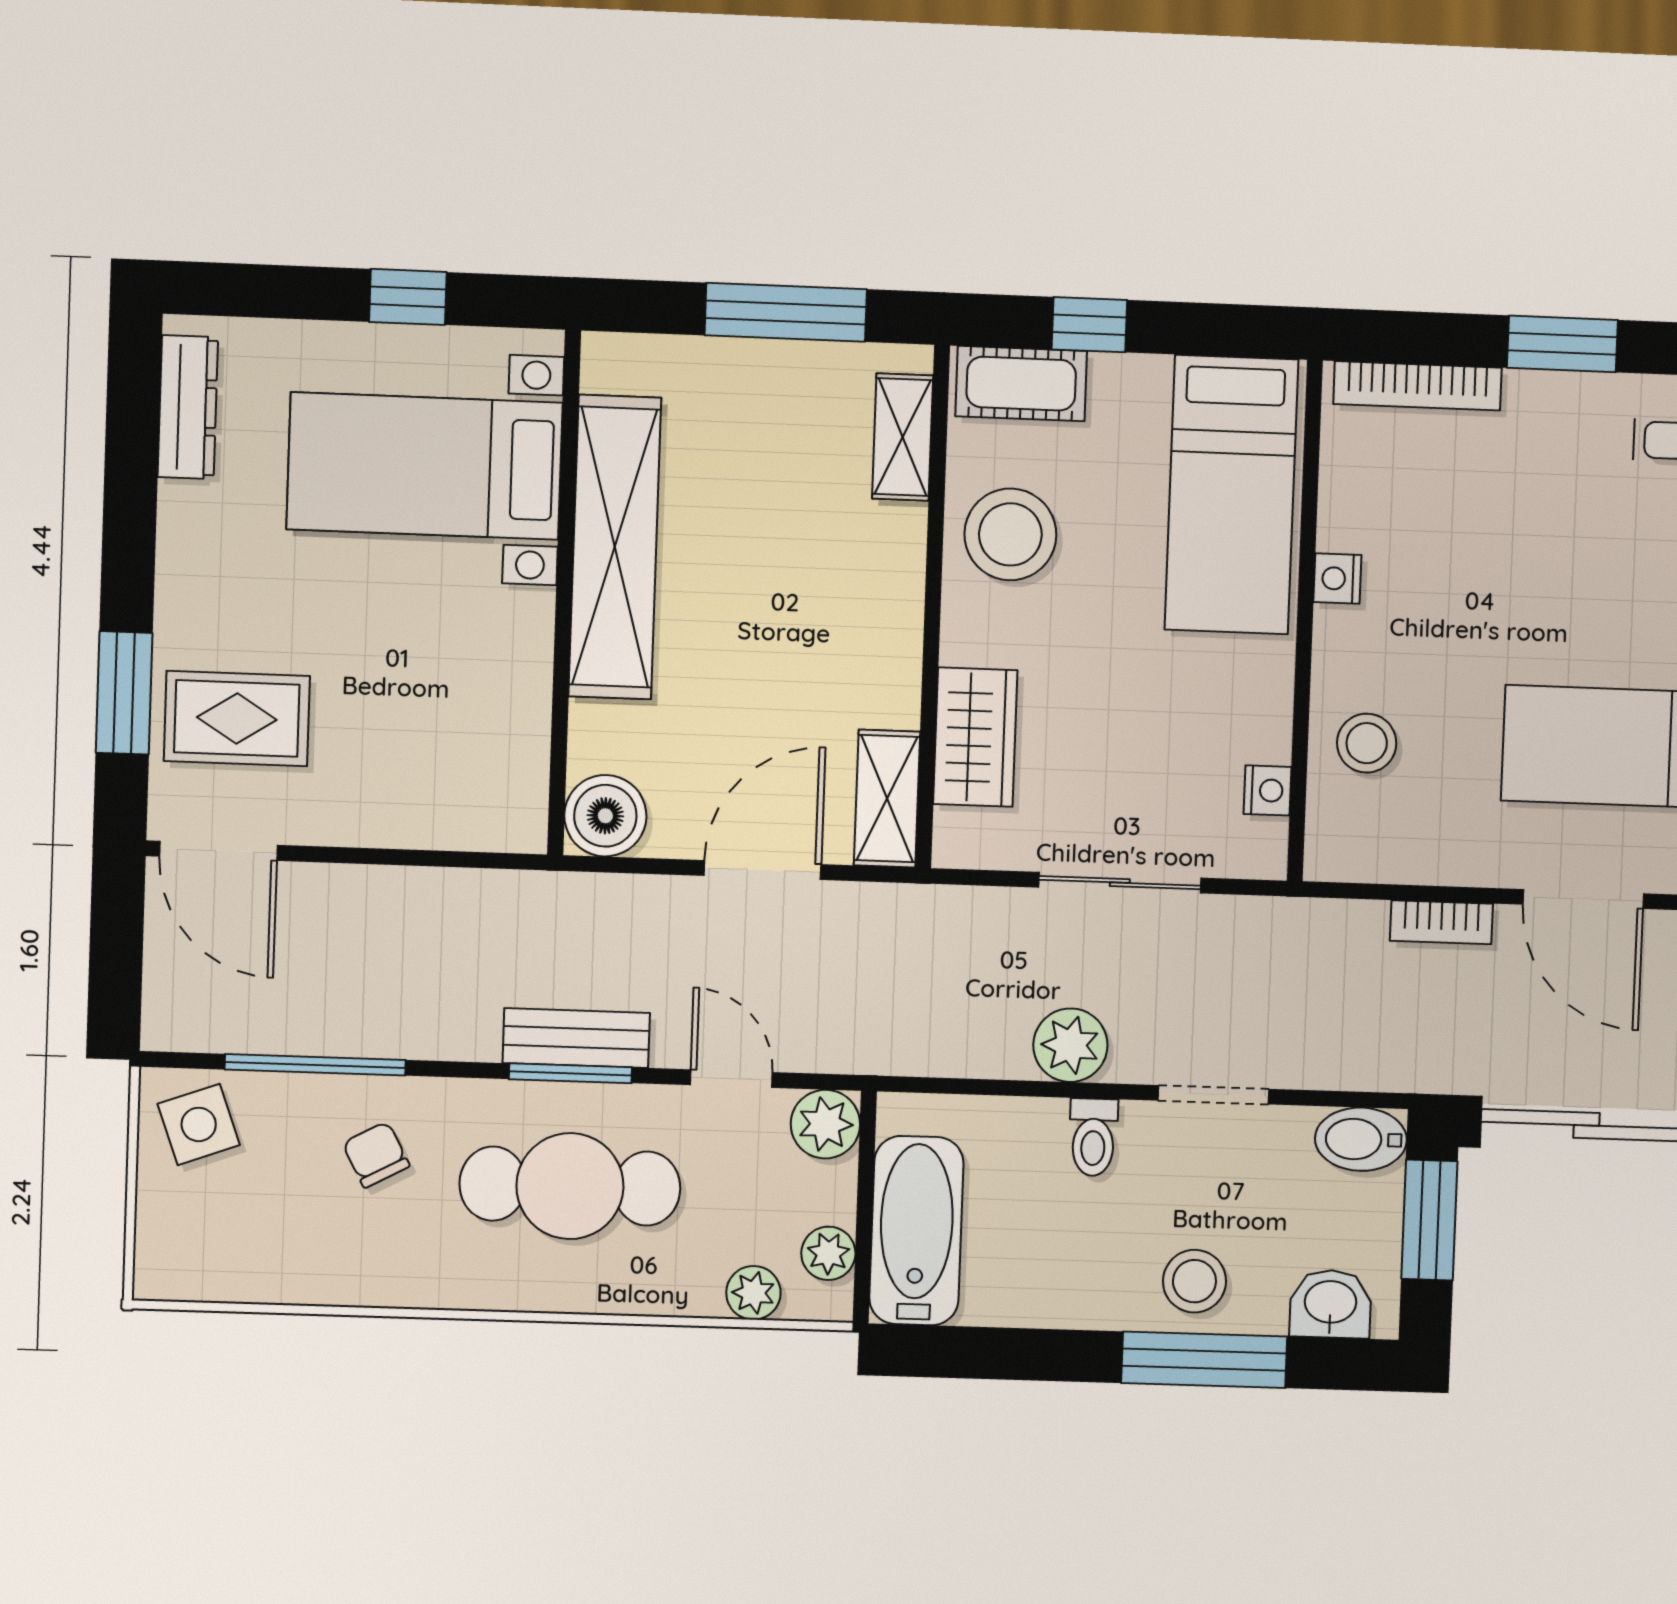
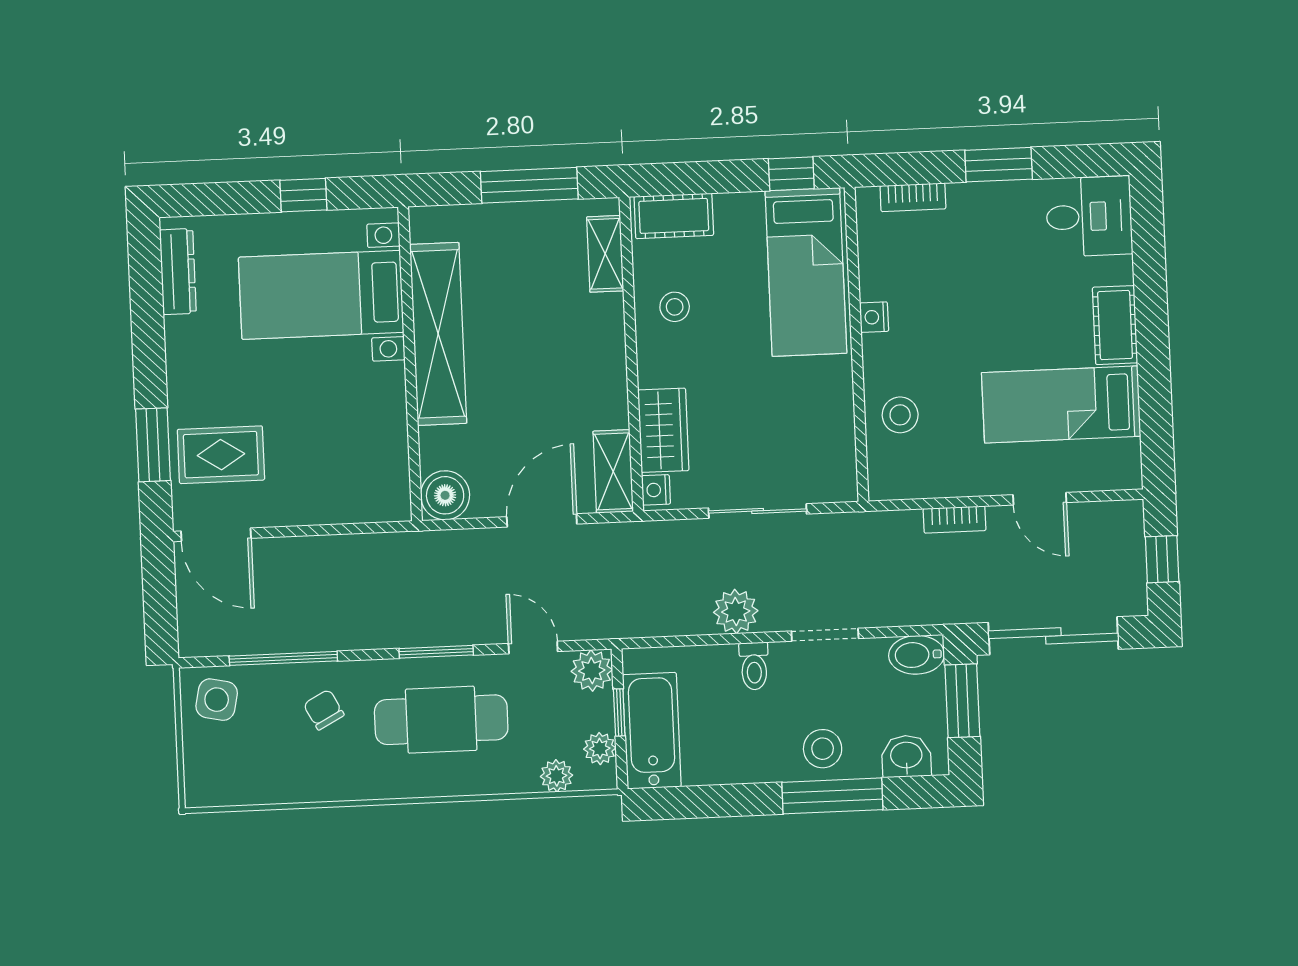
window: (1089, 325) -> (791, 174), moved
bookcase: (1418, 386) -> (913, 197), width x0.64
stool: (1010, 534) -> (675, 307), width x0.53, depth x0.53
nightstand: (1268, 790) -> (656, 490), moved, turned 180
door: (1583, 899) -> (1040, 499), width x0.73
bench: (576, 1038) -> (438, 630), removed
side table: (199, 1124) -> (217, 700), turned 32
window: (865, 1196) -> (619, 712), added

